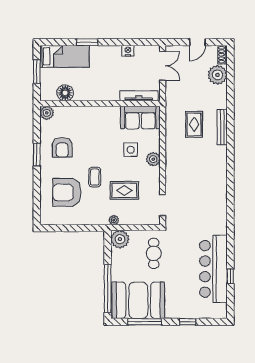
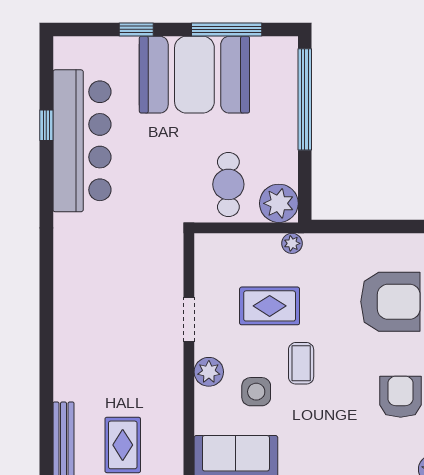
coffee table: (95, 177) -> (301, 363), moved
doorway: (163, 205) -> (189, 319), moved
cafe table: (154, 253) -> (228, 184), moved
booth: (138, 300) -> (194, 75), moved

